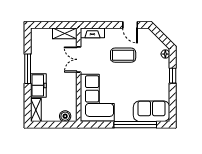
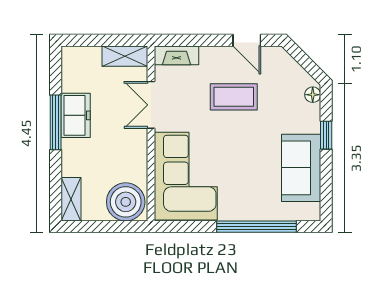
freezer: (38, 85) -> (76, 115), moved
sofa: (152, 111) -> (301, 168), moved, turned -90
boiler: (65, 116) -> (126, 202), width x1.86, depth x1.86

